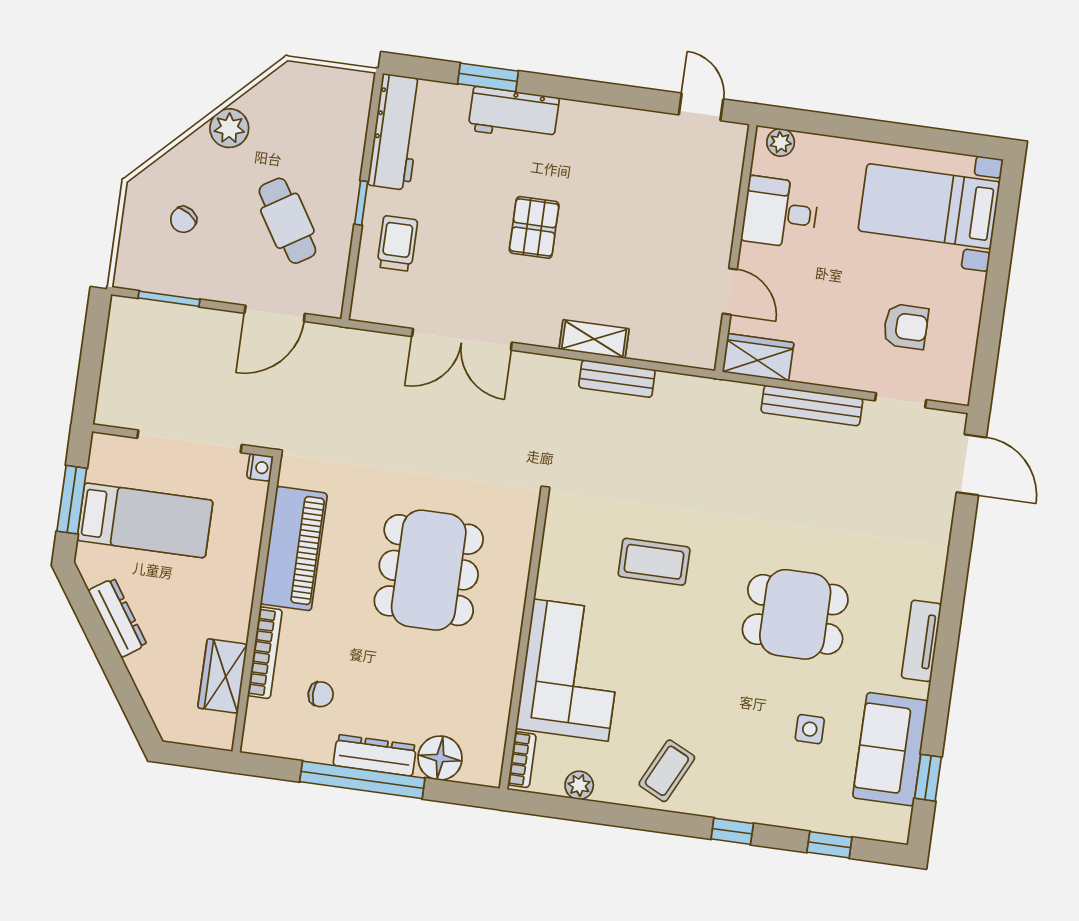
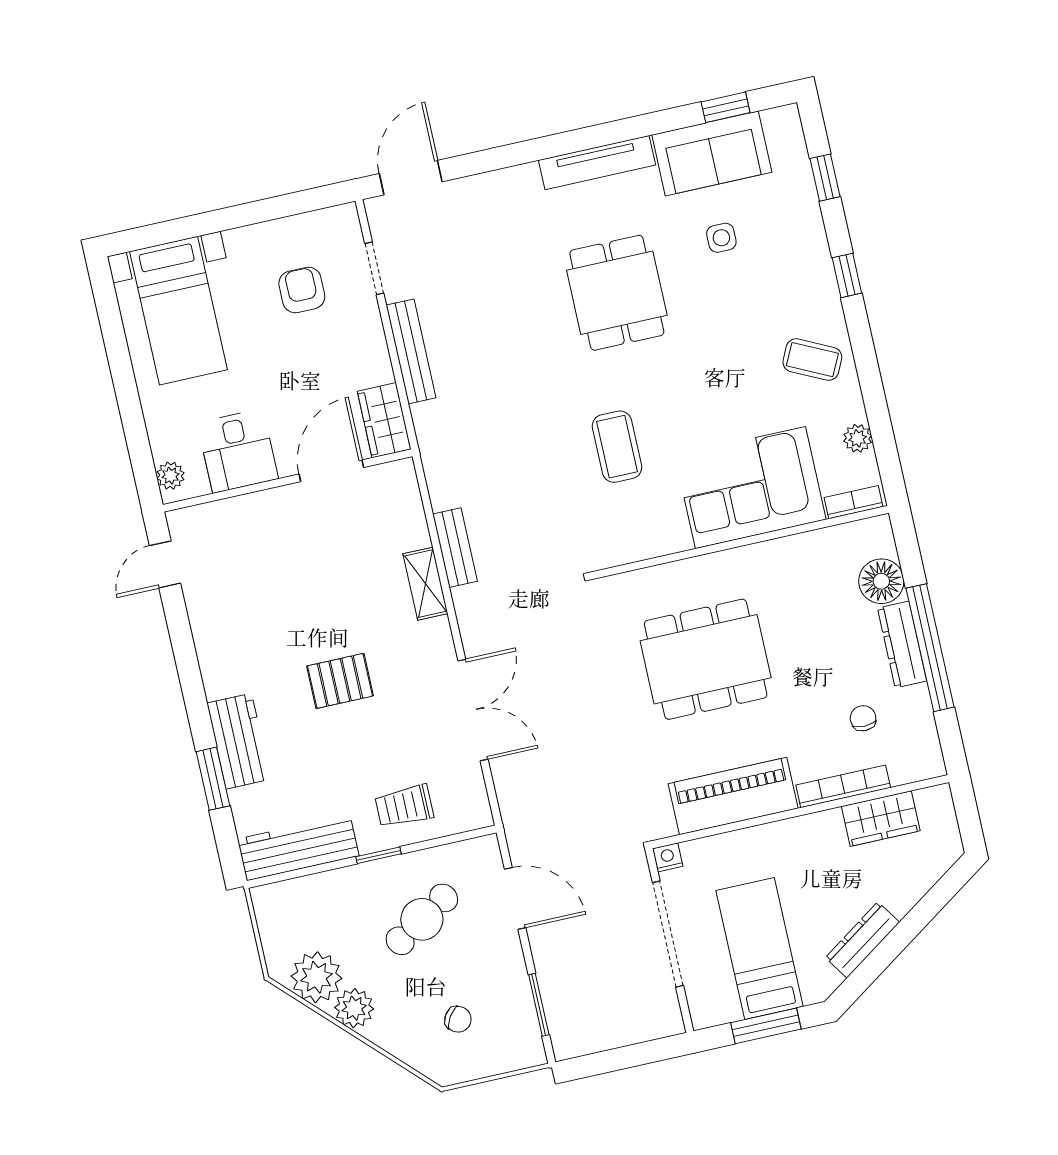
plant: (270, 104) -> (316, 977), added
door: (730, 292) -> (331, 471), width x1.38
tv unit: (921, 641) -> (597, 163), width x1.41

